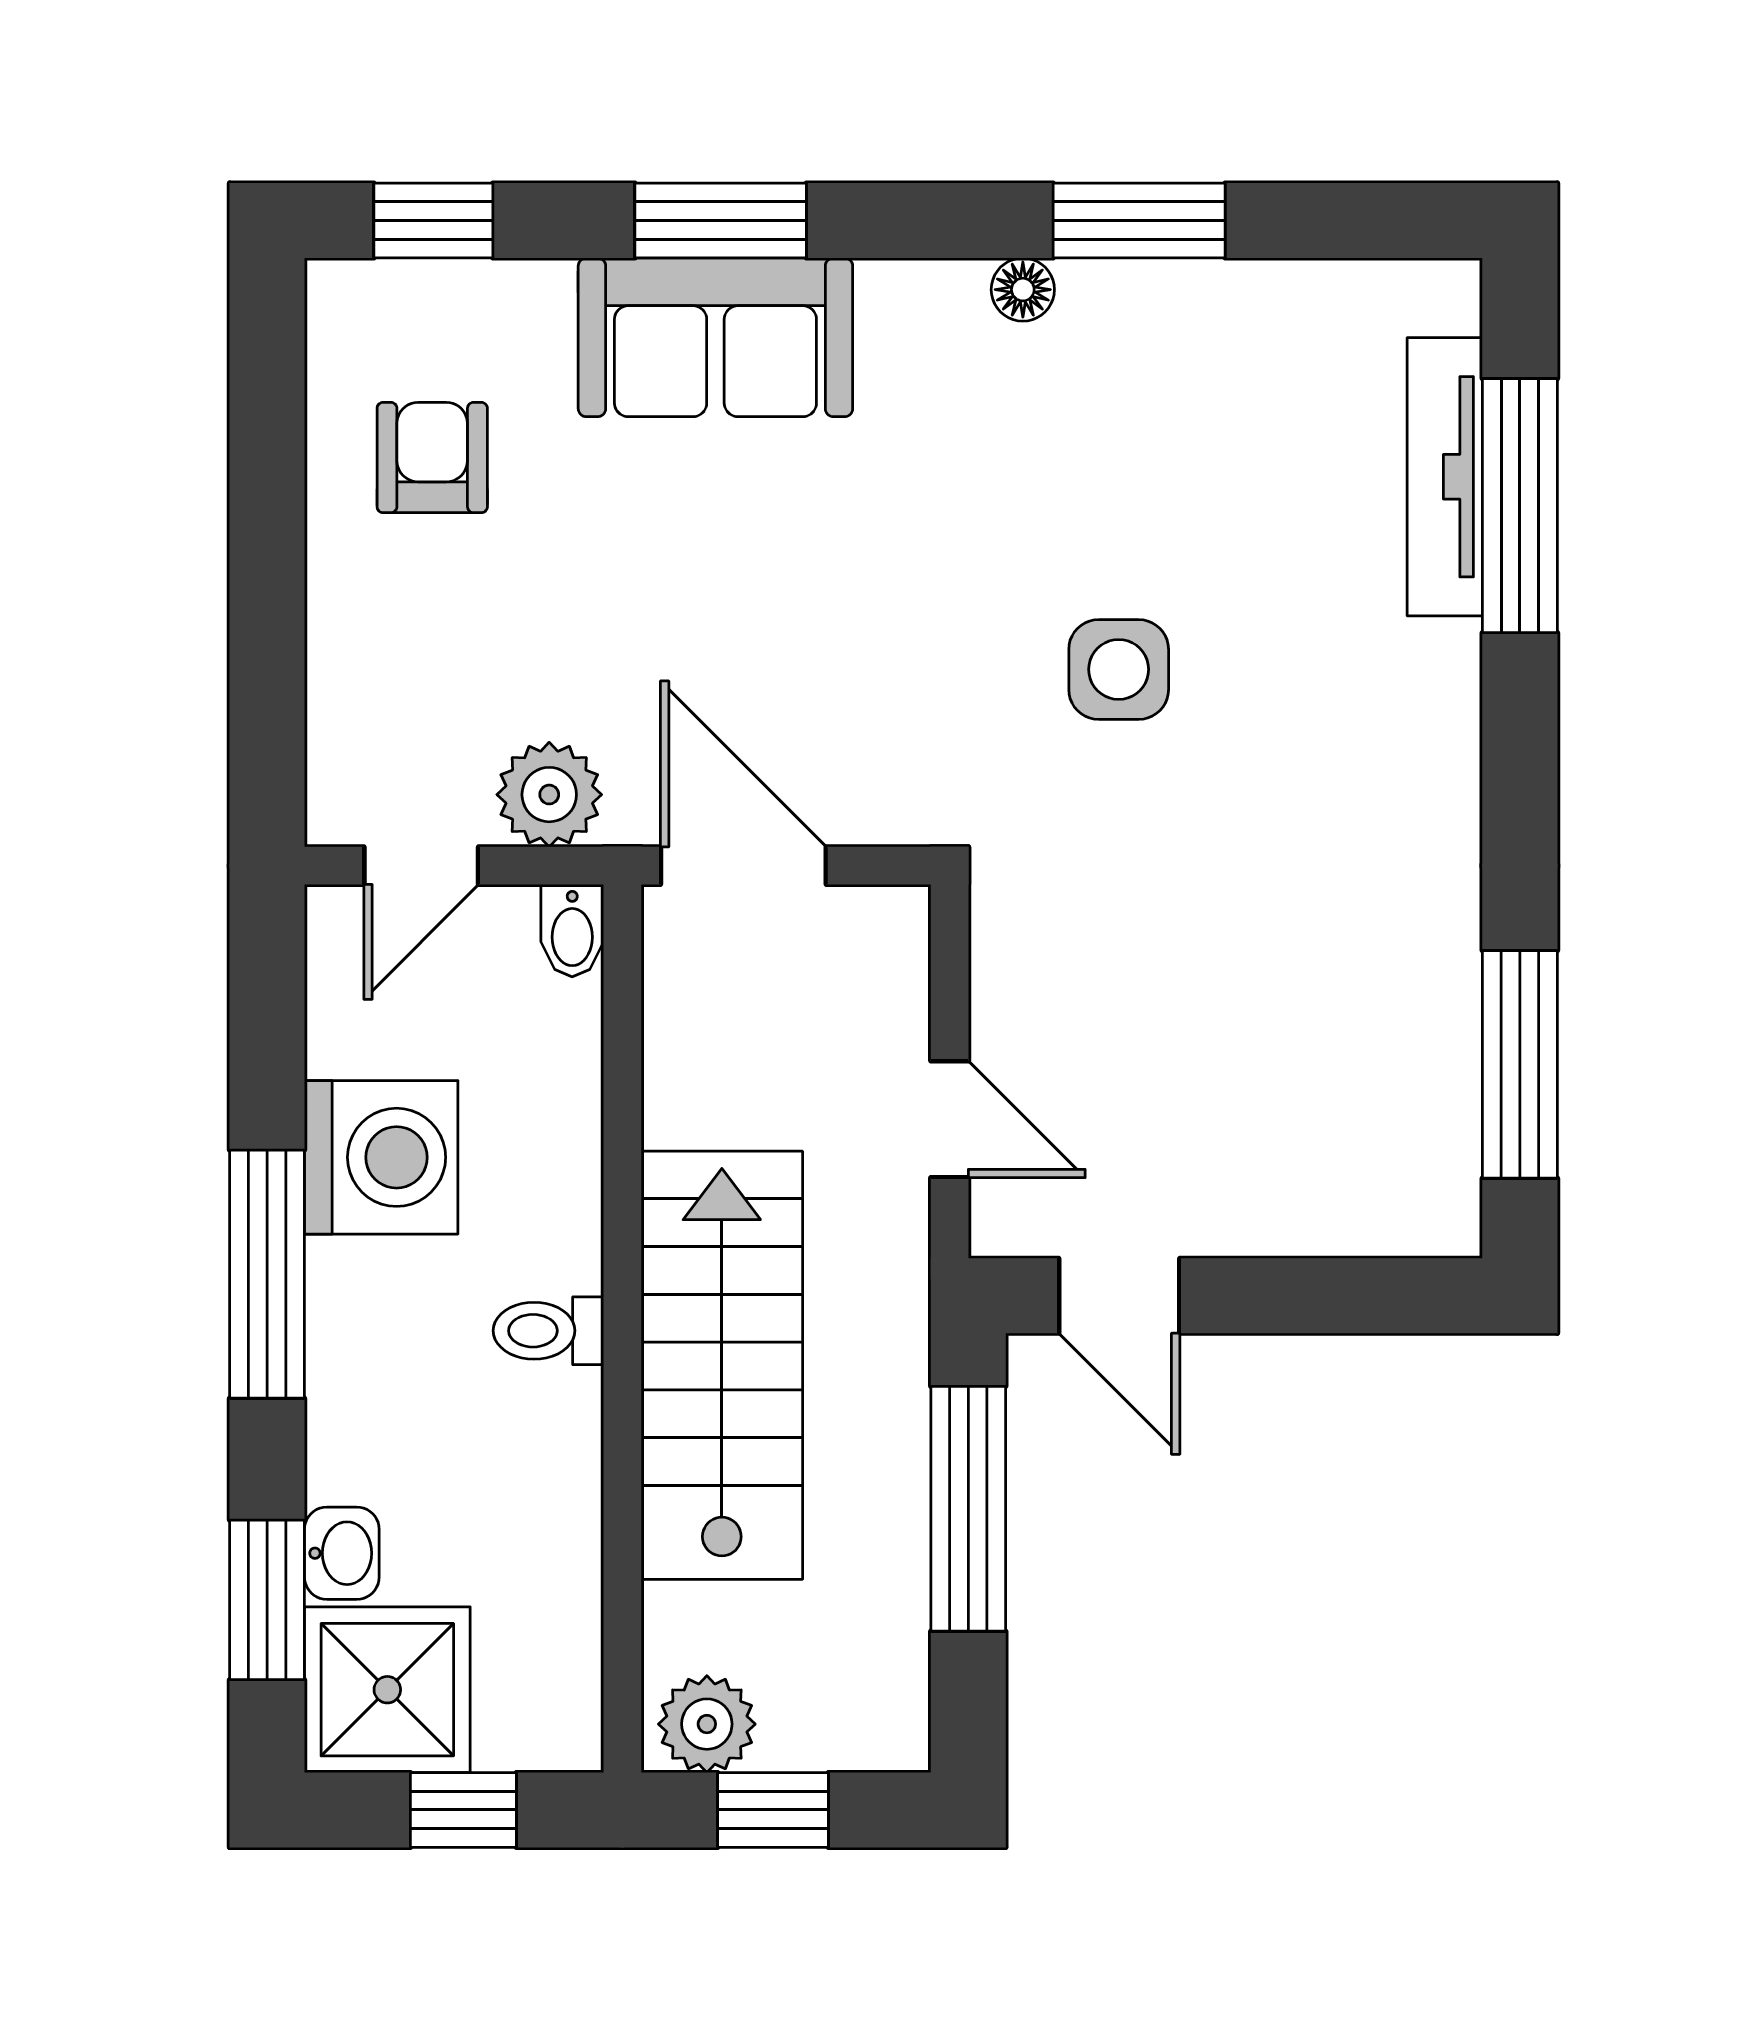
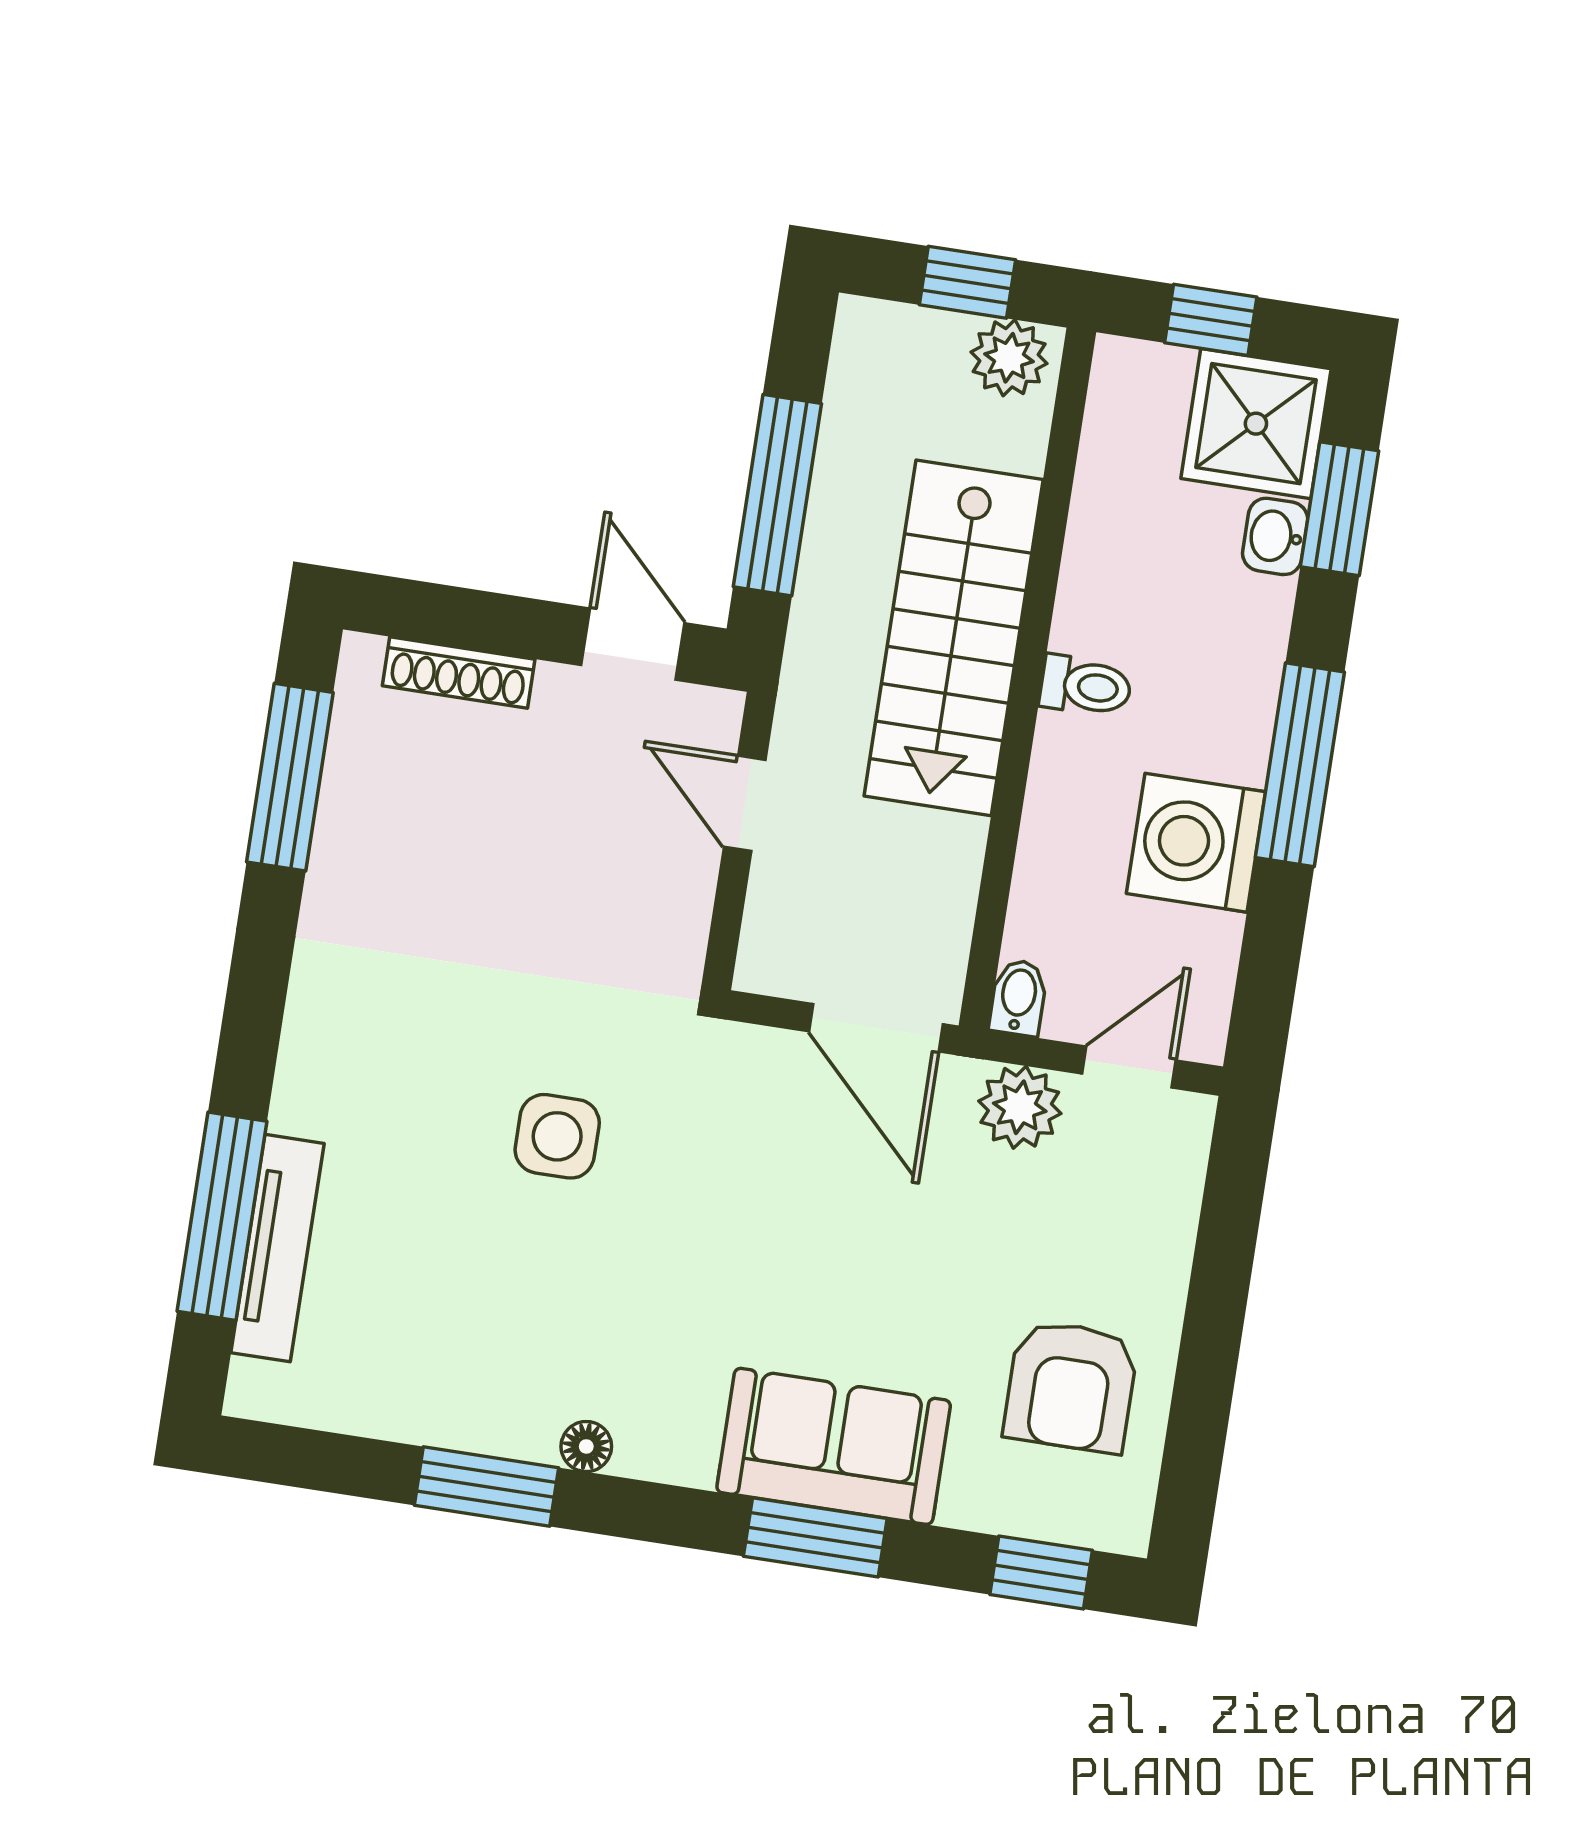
armchair: (432, 458) -> (1071, 1386), width x1.38, depth x1.38
shoe rack: (1330, 1227) -> (459, 672), added

